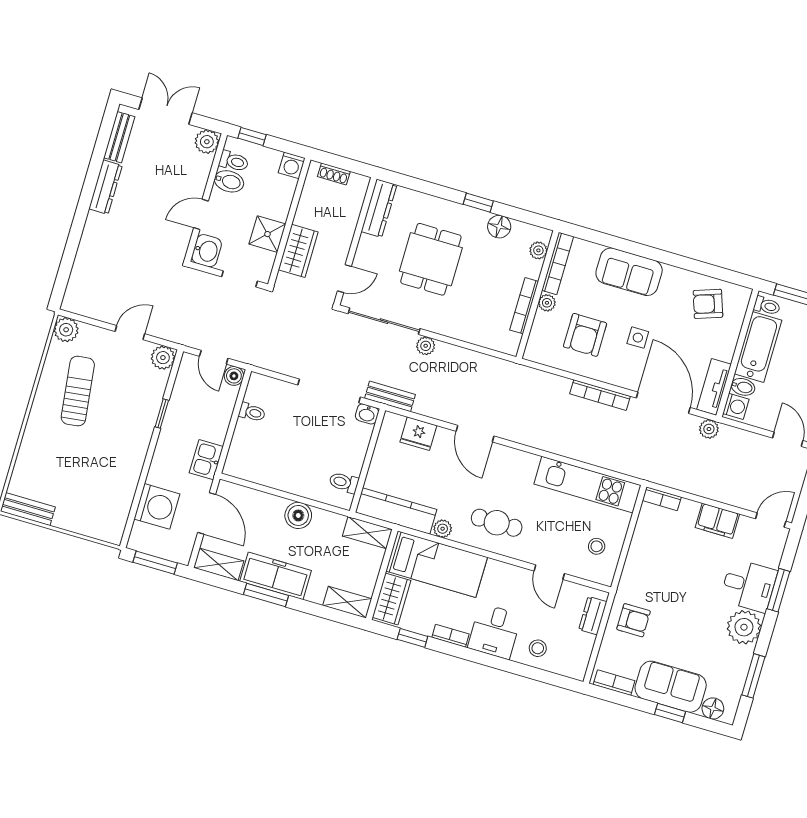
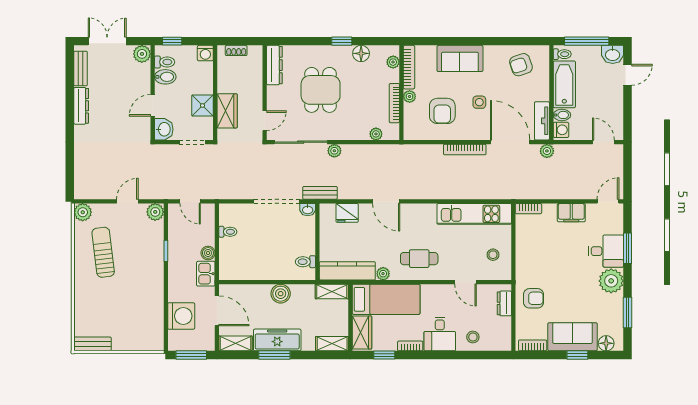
plant: (488, 340) -> (376, 134), added
boiler: (234, 376) -> (208, 253), moved

